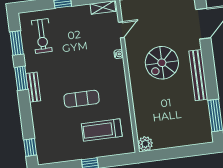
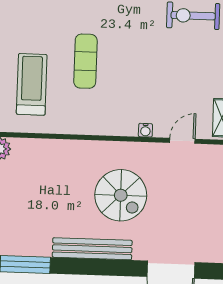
door: (121, 30) -> (182, 141), swing flipped
spiral stairs: (162, 63) -> (121, 195), turned 180

